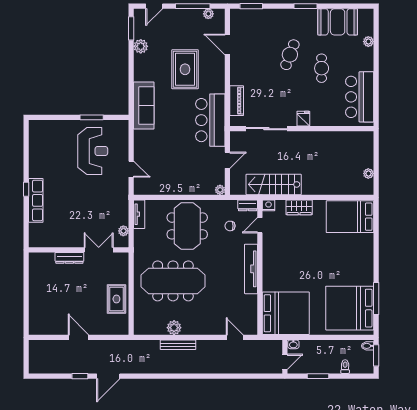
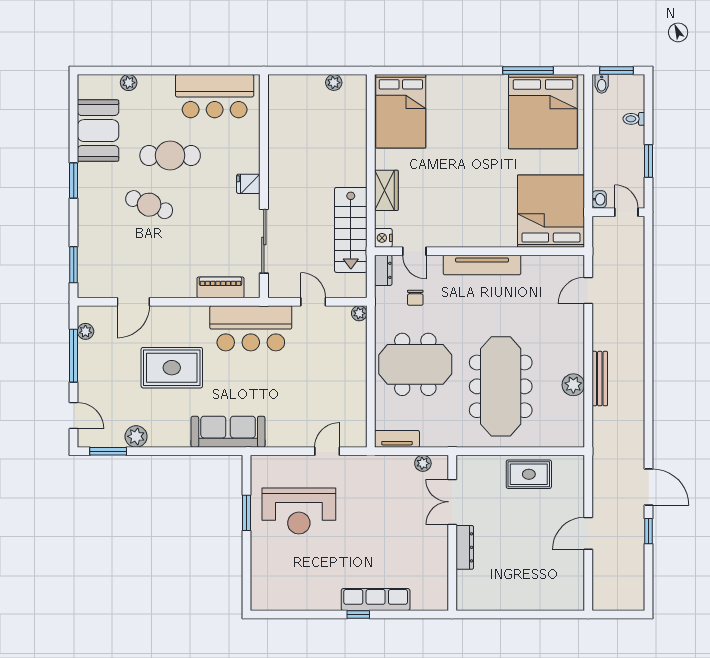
cafe table: (322, 68) -> (170, 155), width x1.37, depth x1.35
reception desk: (93, 151) -> (299, 511), turned 180

